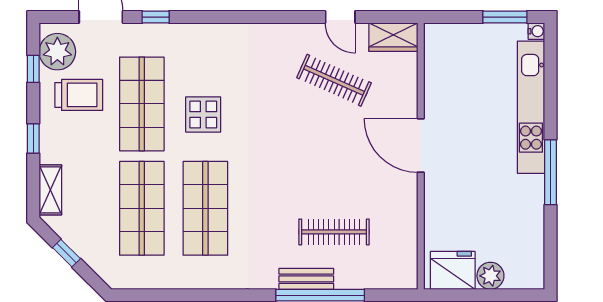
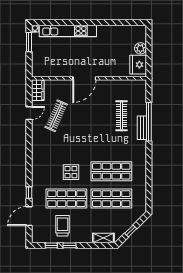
plant: (57, 52) -> (44, 235), removed
window: (33, 138) -> (69, 245), moved
window: (550, 172) -> (96, 23), removed

